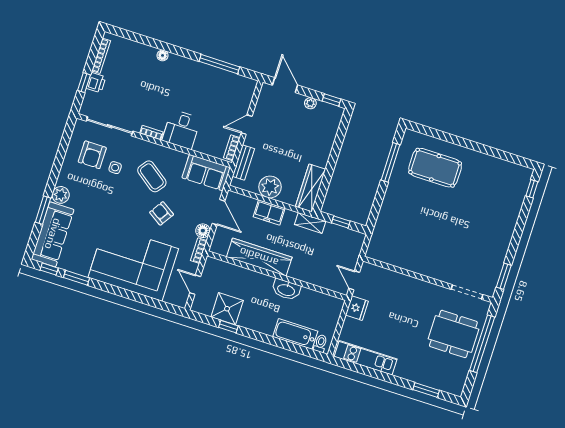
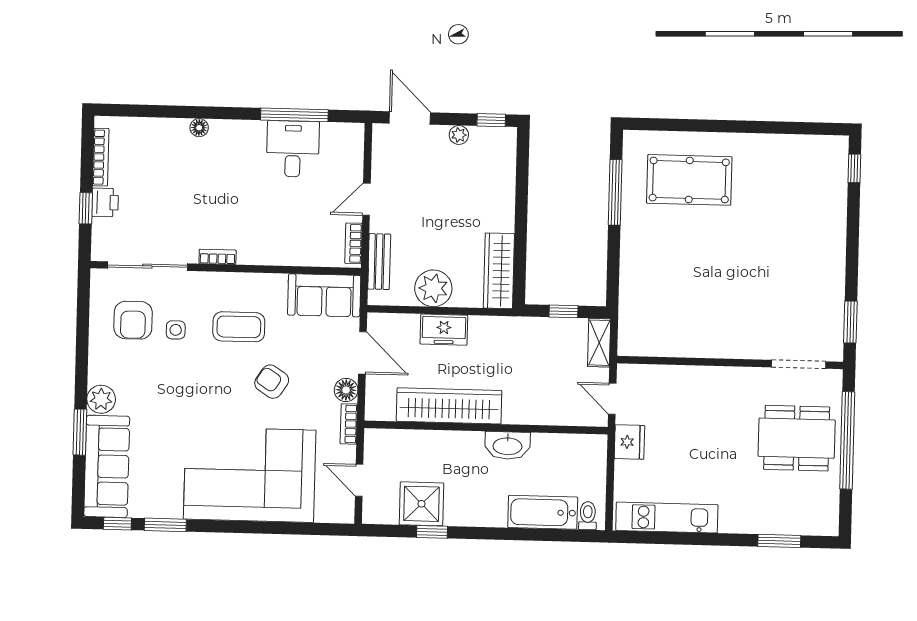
desk: (181, 129) -> (293, 149), moved, turned 180
coffee table: (152, 176) -> (239, 327), turned -36
shelving: (310, 223) -> (599, 343), moved, turned 90

